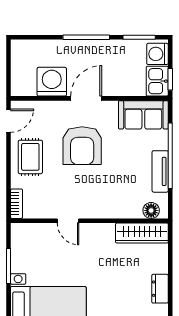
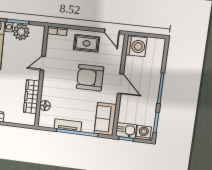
washing machine: (52, 82) -> (136, 46), moved
floor lamp: (151, 210) -> (45, 106), moved
wardrobe: (142, 233) -> (32, 97), moved
plant: (23, 259) -> (21, 32), added

